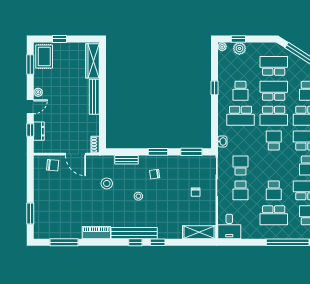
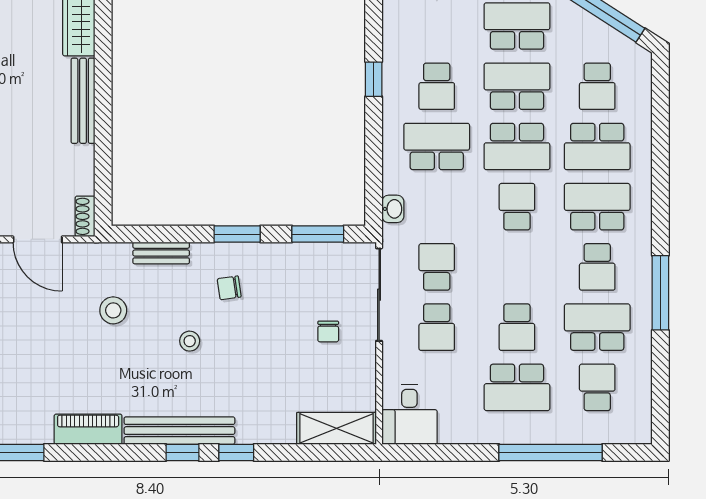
school desk: (241, 116) -> (437, 146), turned 180

